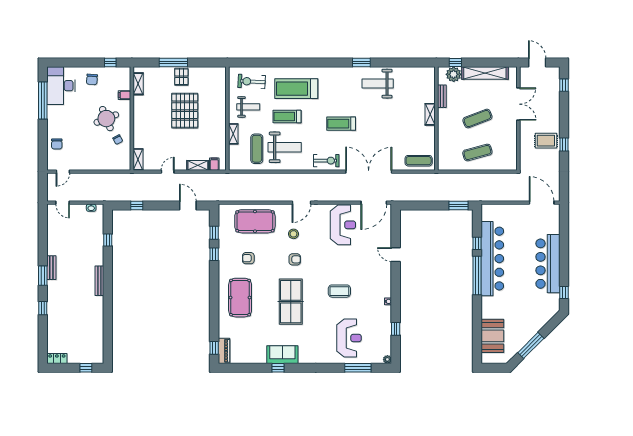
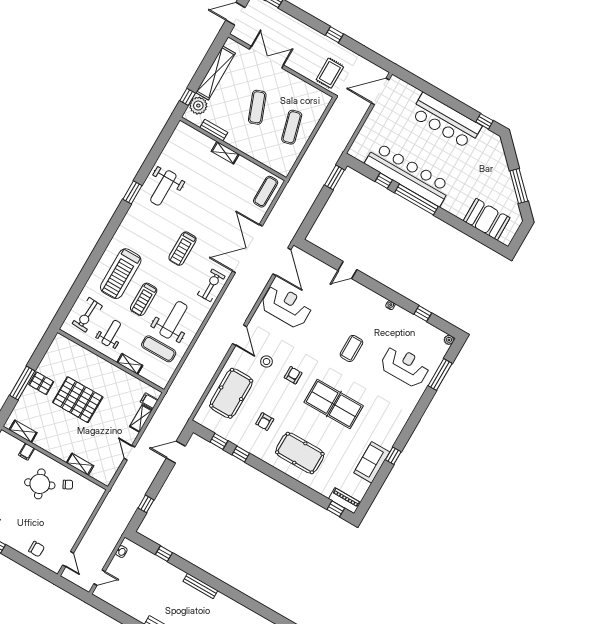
rug: (546, 141) -> (330, 73), moved
shelving: (138, 159) -> (80, 464), moved
sofa: (282, 355) -> (372, 462), moved

